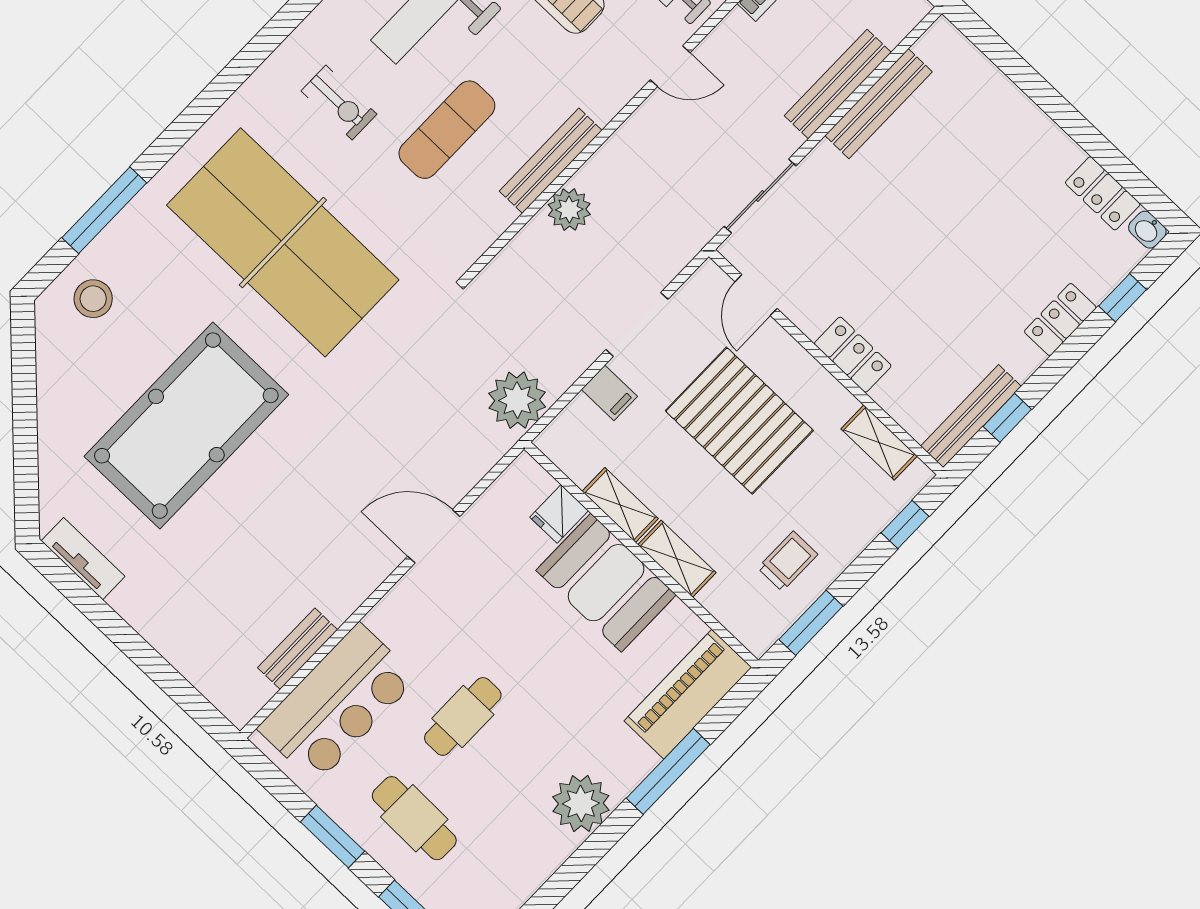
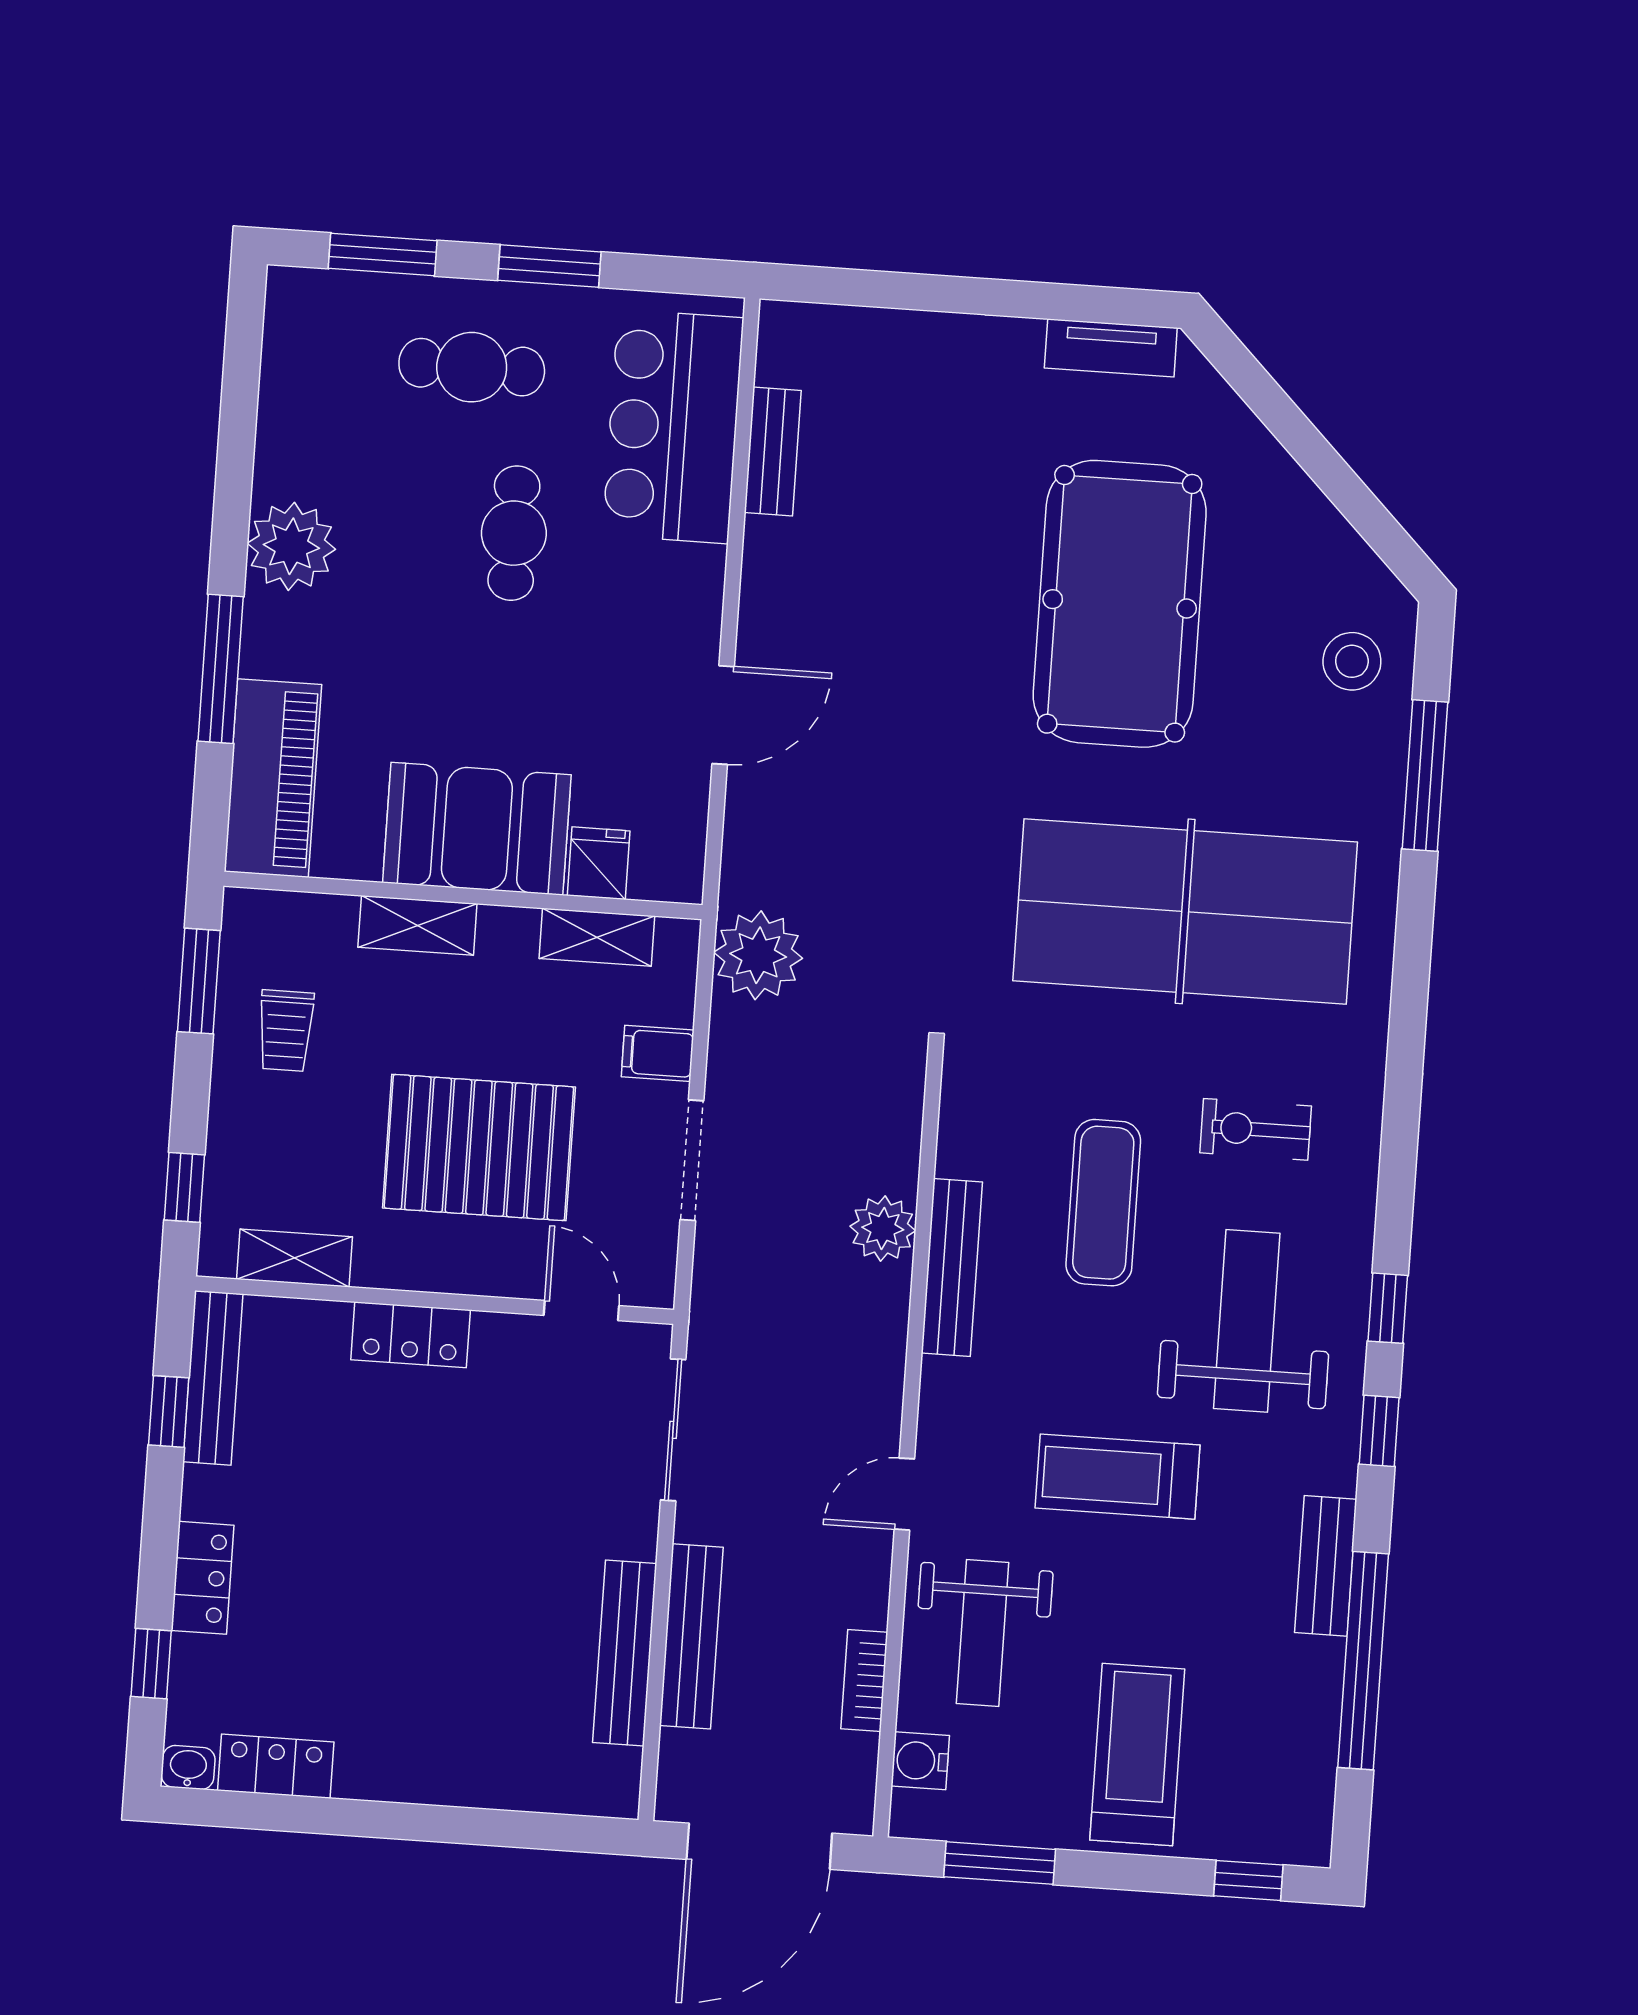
shelving: (620, 505) -> (597, 937), moved

